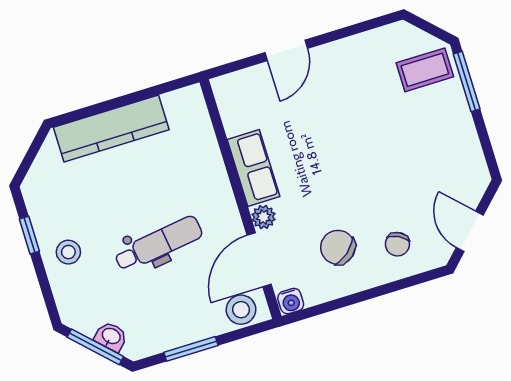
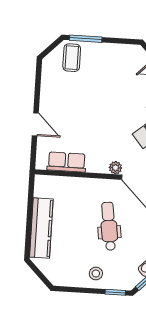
row of seats: (254, 168) -> (67, 162), moved
window: (29, 235) -> (115, 292), moved

